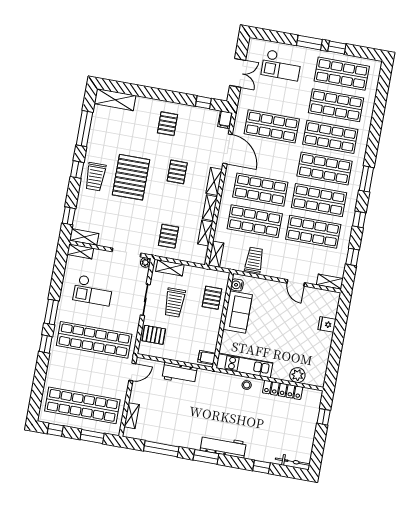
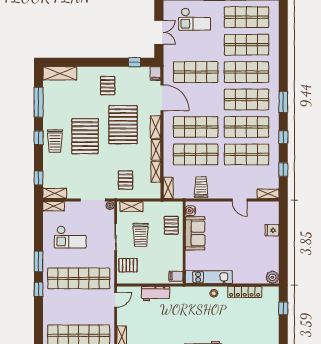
pallet: (177, 172) -> (123, 125), width x2.05, depth x2.00
plant: (297, 375) -> (272, 277), moved

